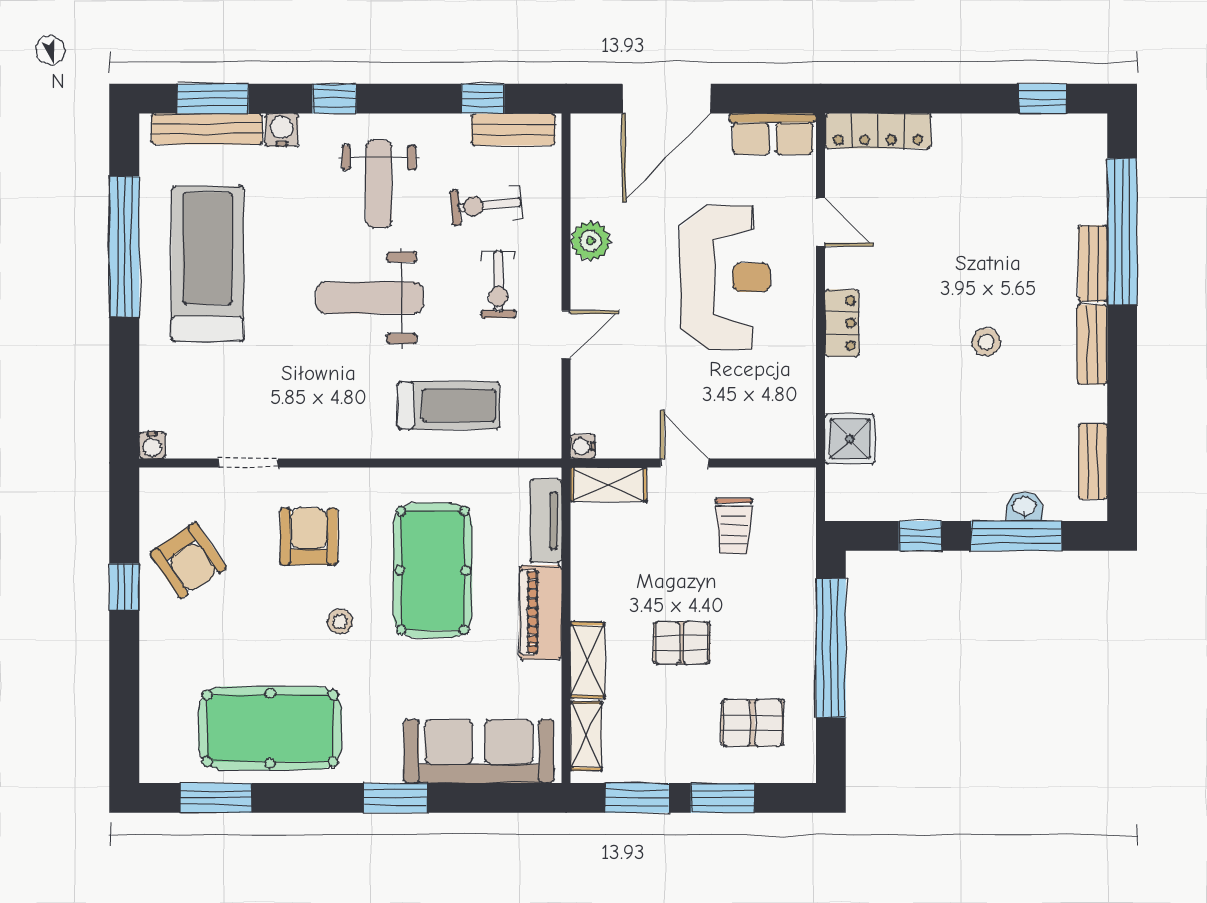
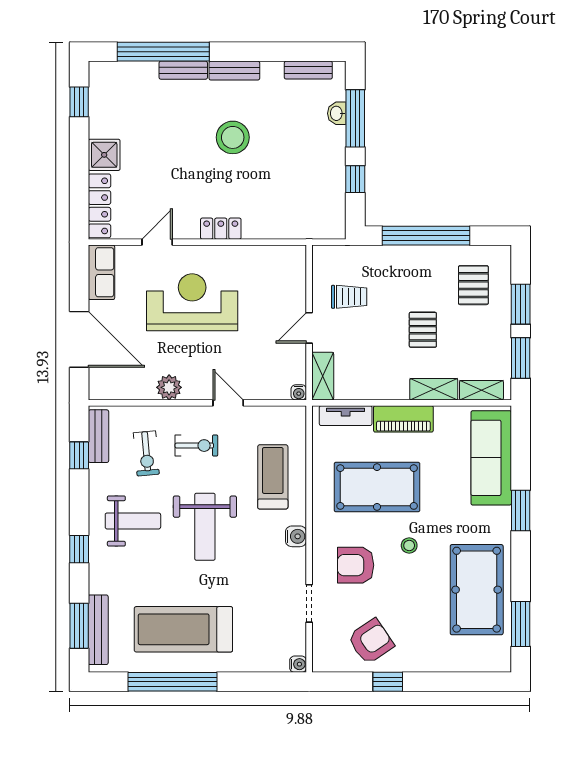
water cooler: (282, 130) -> (296, 536), moved, turned 180
stool: (986, 342) -> (233, 137), width x1.89, depth x1.89
shower: (850, 439) -> (104, 155), moved

